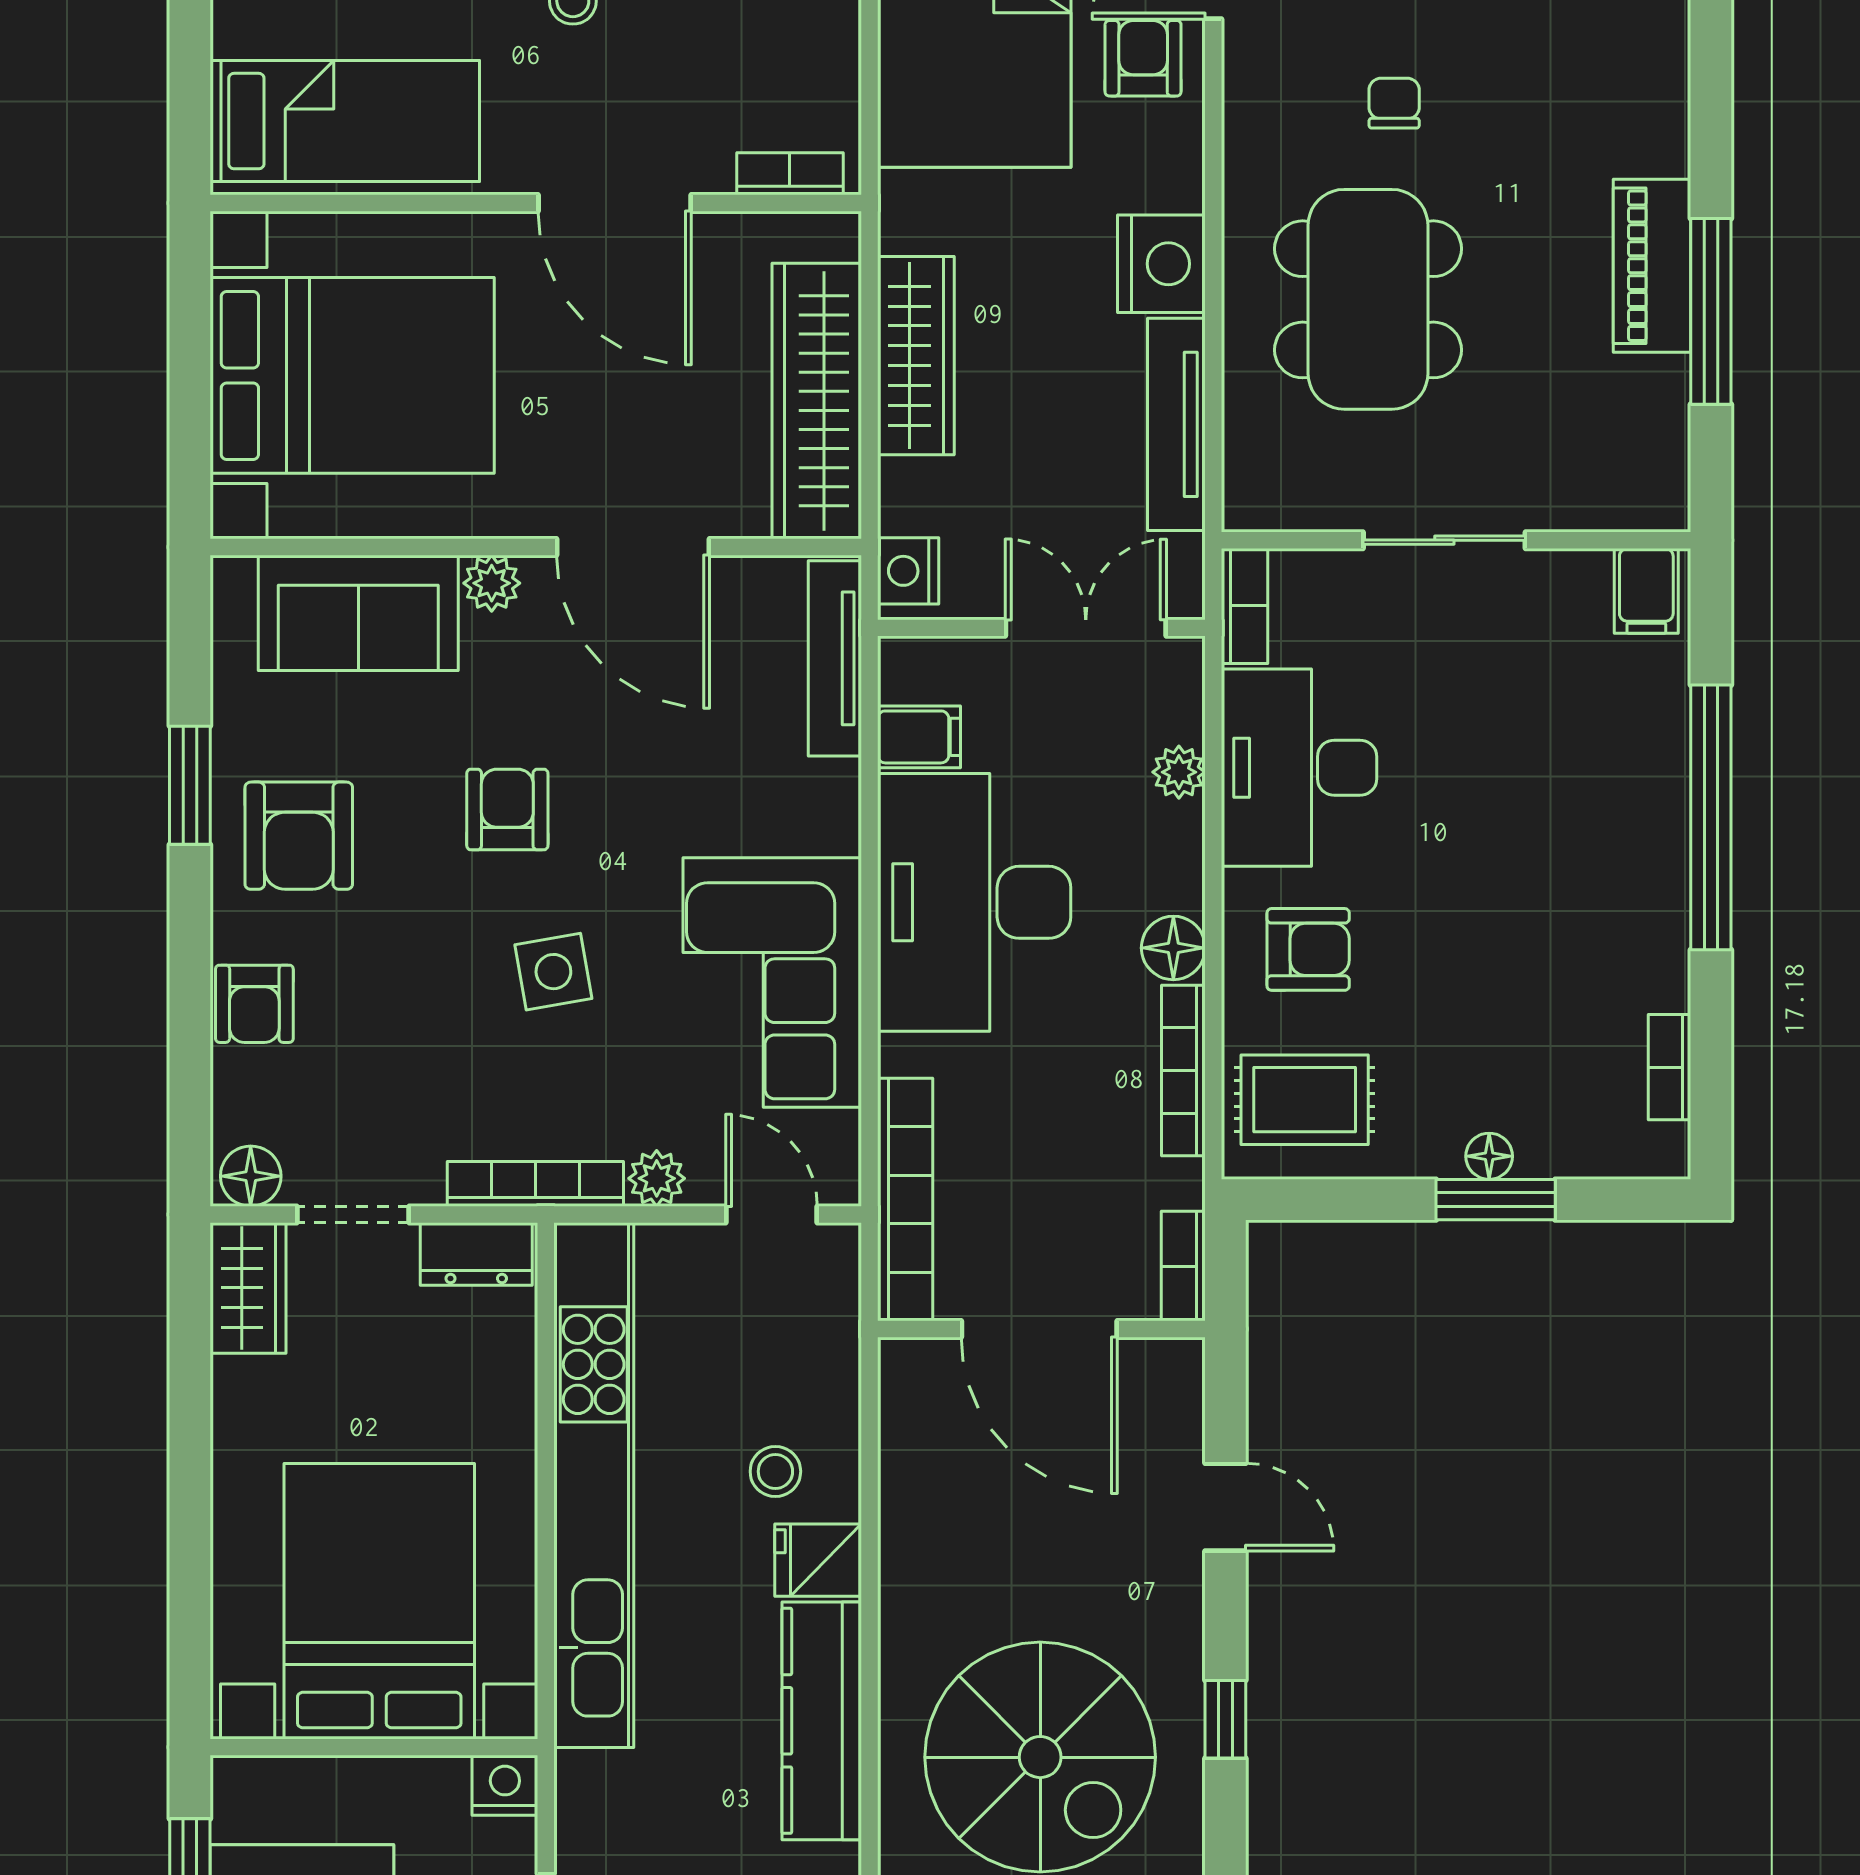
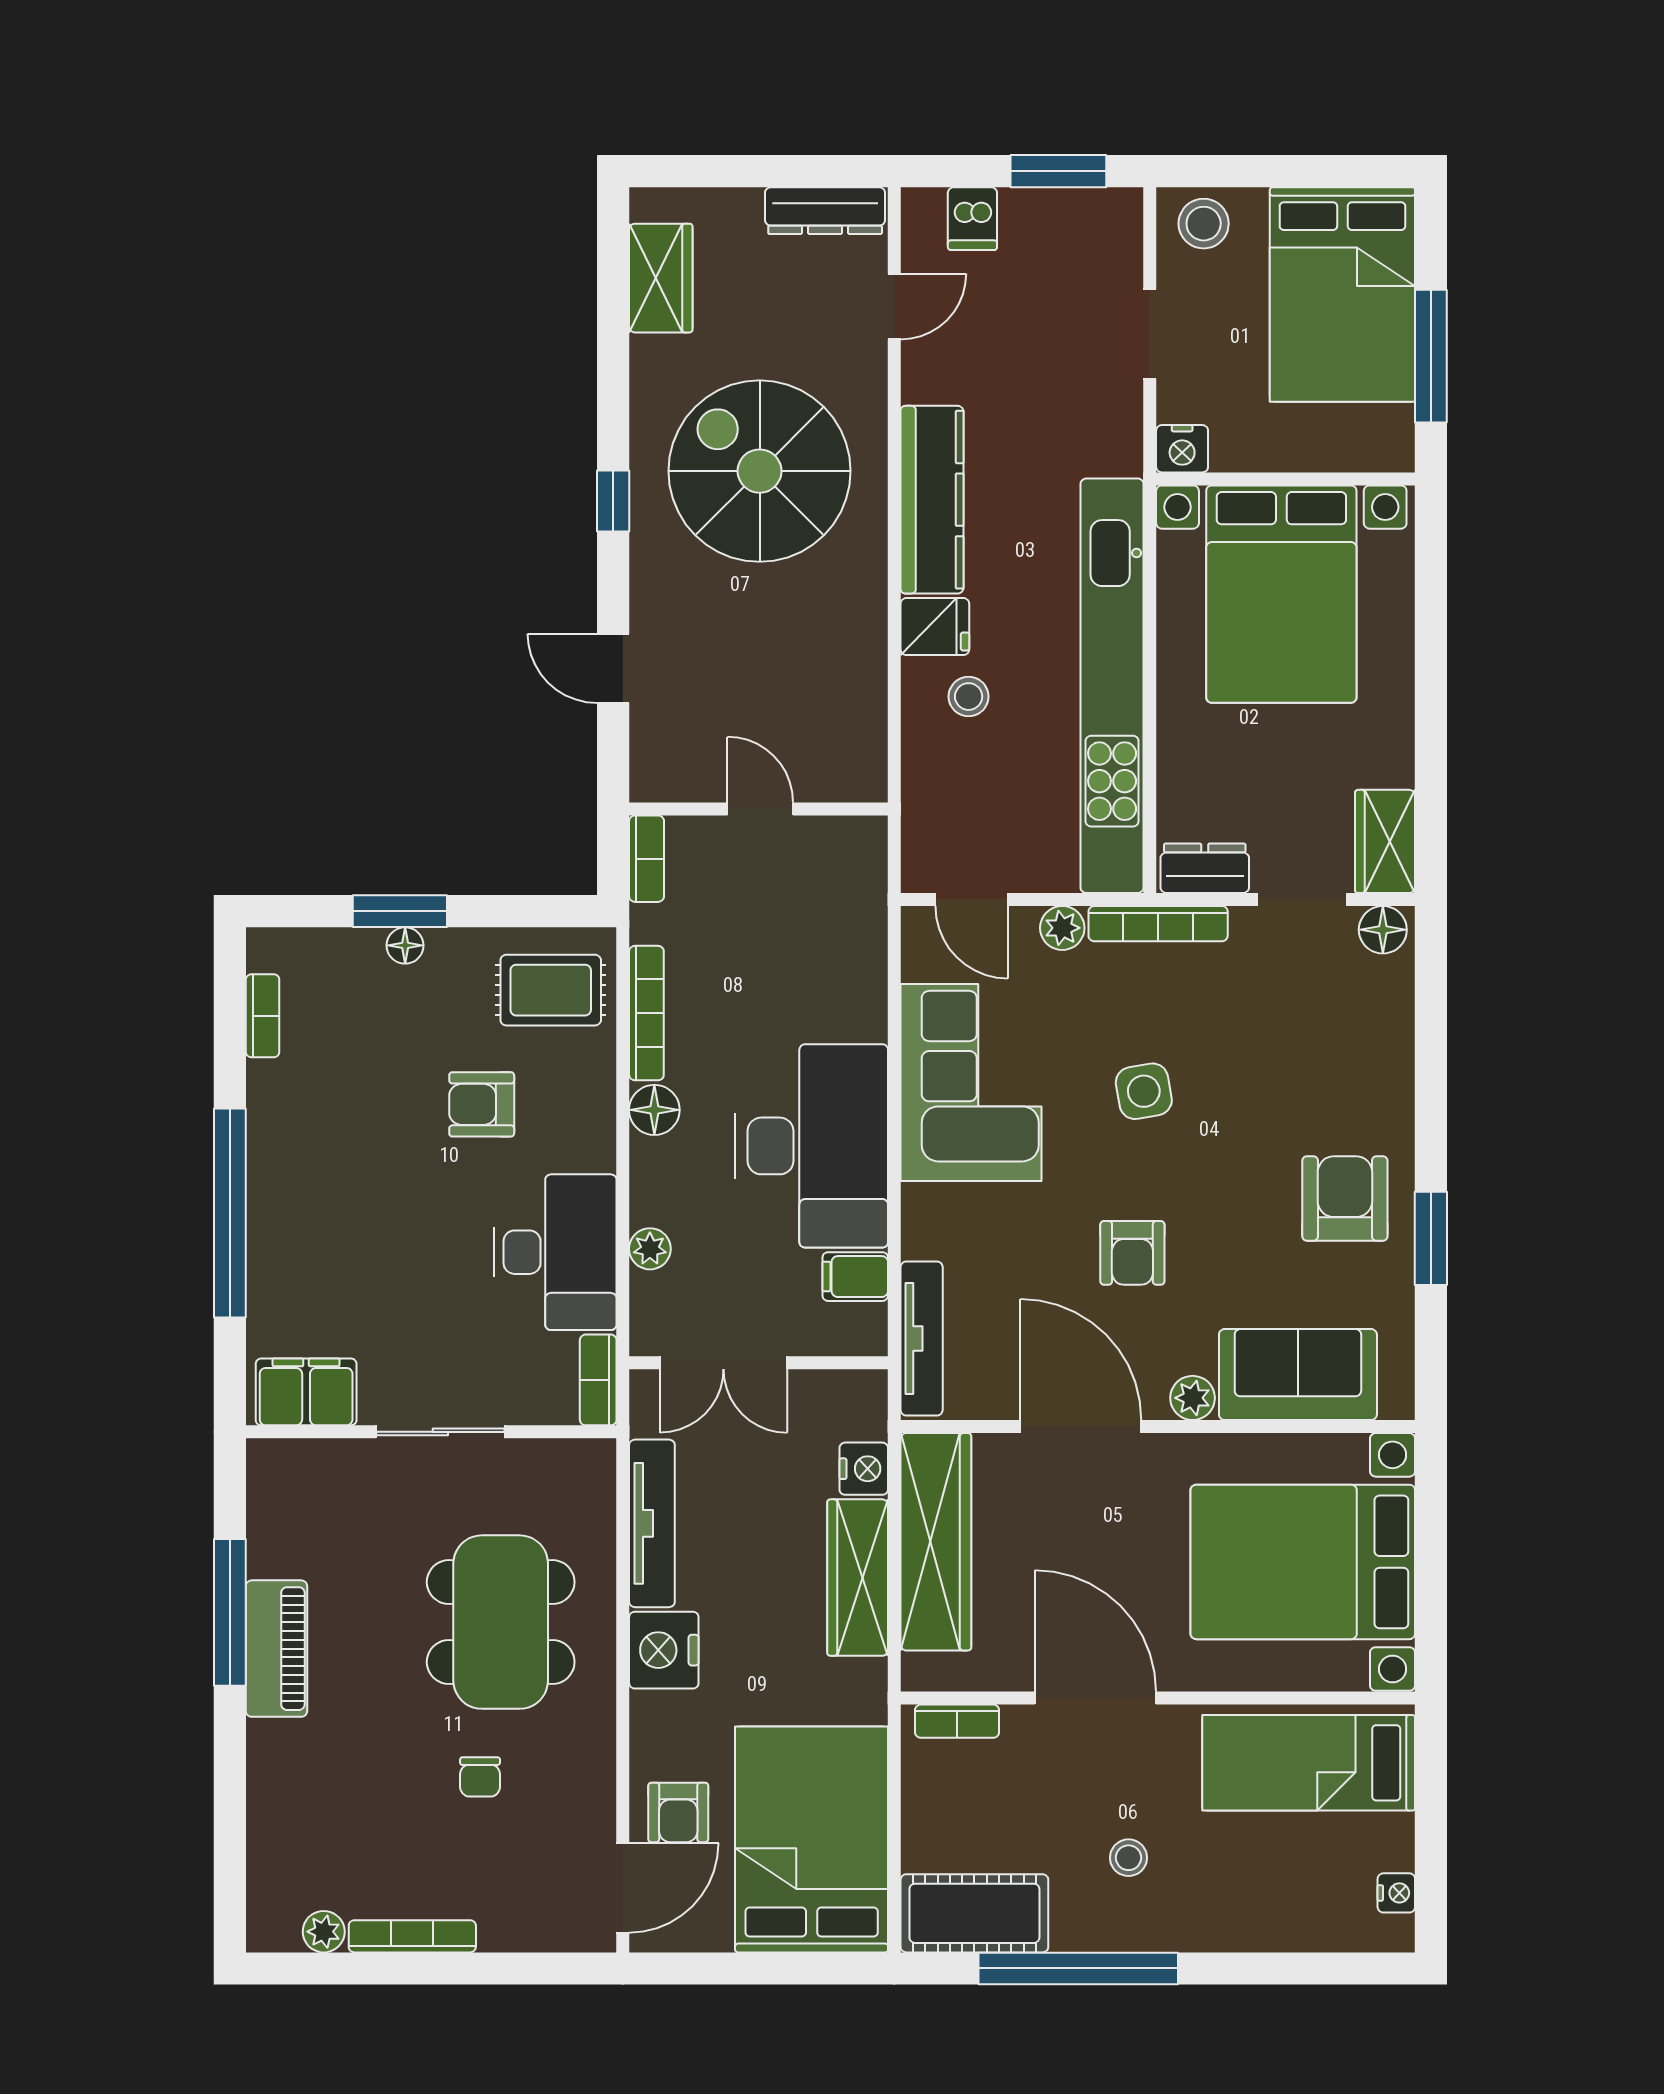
nightstand: (908, 571) -> (864, 1469), moved
filing cabinet: (1646, 591) -> (306, 1392), width x2.00
armchair: (507, 809) -> (1132, 1253), moved
armchair: (1308, 949) -> (482, 1104), moved
armchair: (254, 1004) -> (1380, 1066), removed
bookcase: (905, 1200) -> (866, 911), removed
door: (1039, 1329) -> (760, 809), width x0.53

